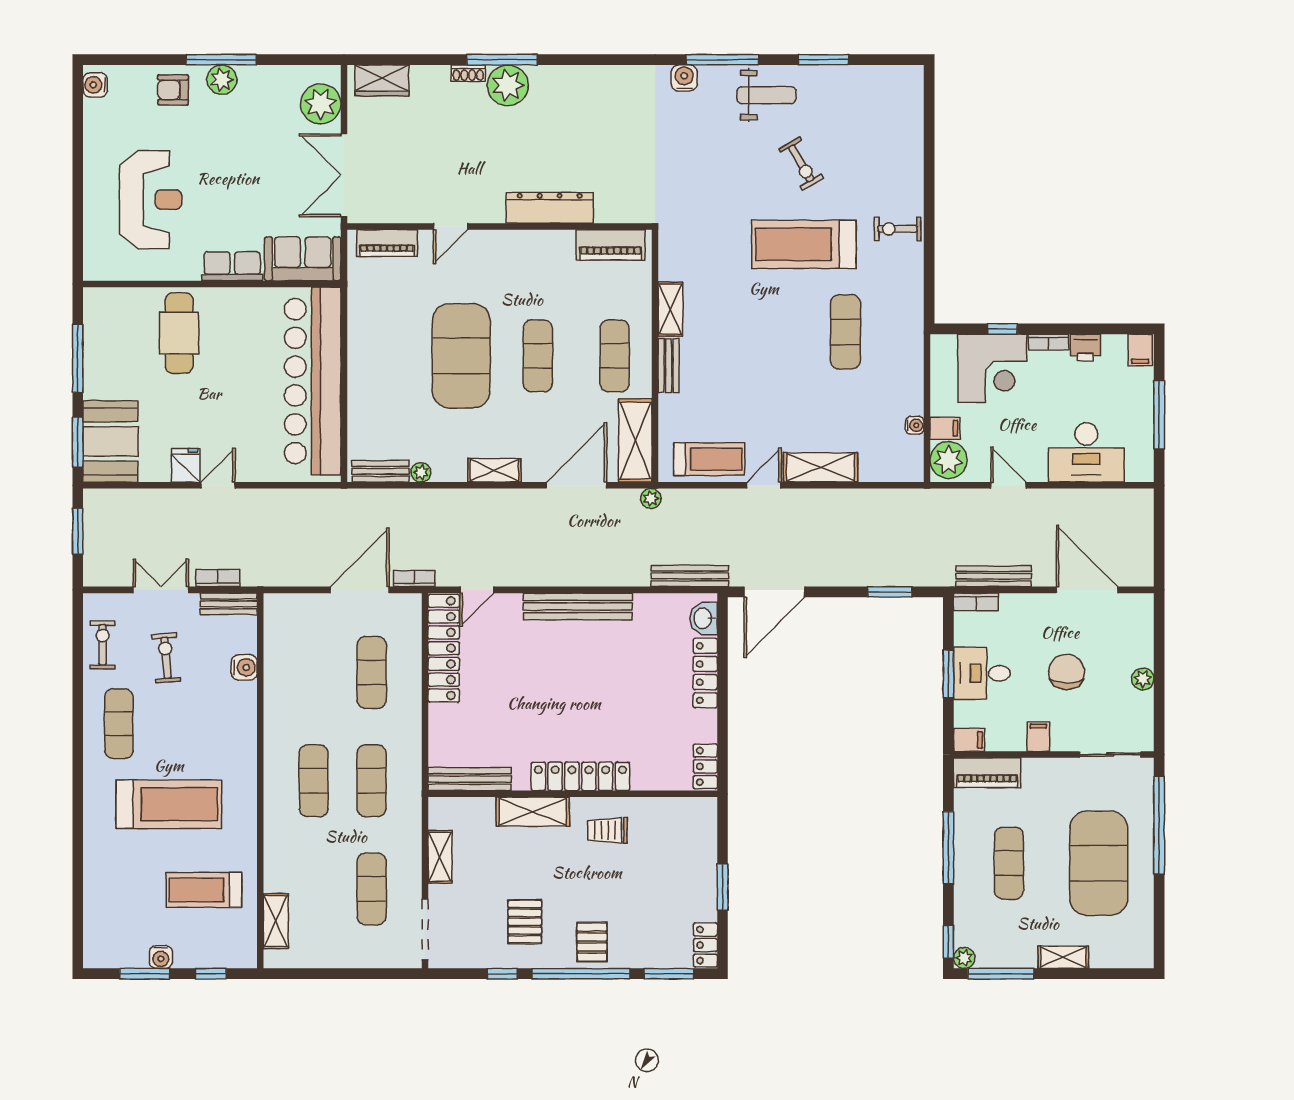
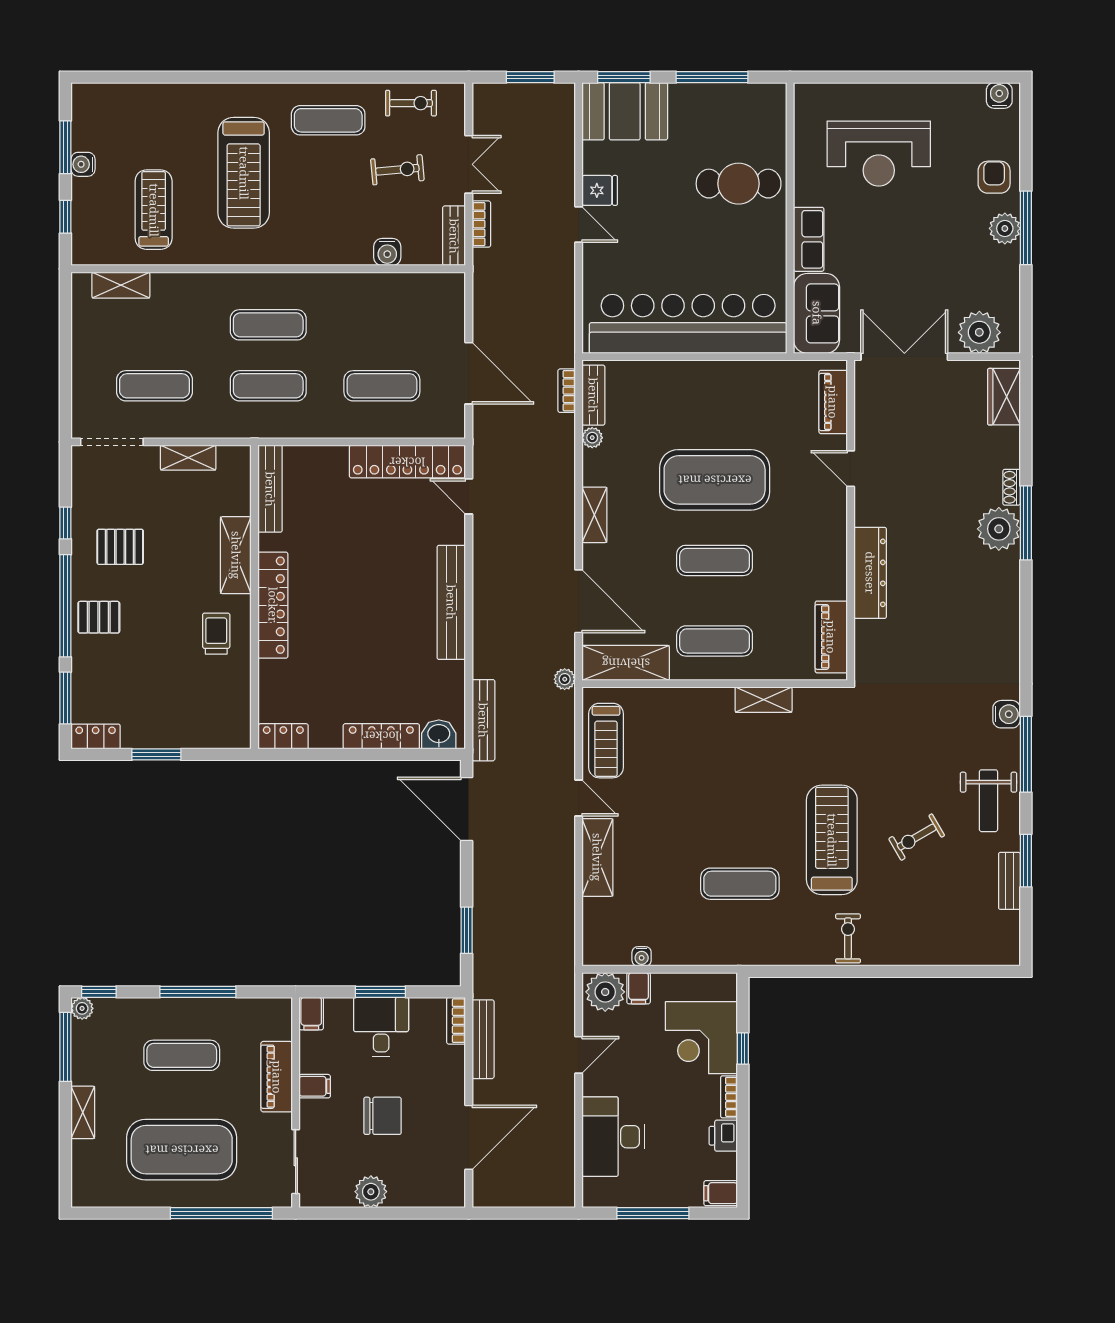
bench: (669, 366) -> (1009, 881), moved, turned 90
bookcase: (414, 578) -> (567, 391), moved, turned 180
plant: (1143, 679) -> (371, 1192), width x1.38, depth x1.38
piano: (987, 773) -> (277, 1077), moved

